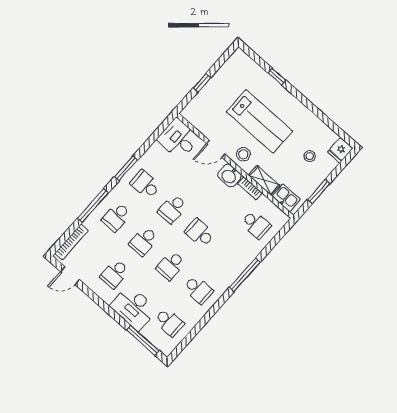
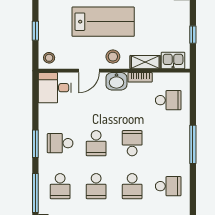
stool: (310, 156) -> (49, 58), moved
window: (319, 192) -> (193, 35), width x0.67
school desk: (200, 233) -> (132, 143), turned 90

